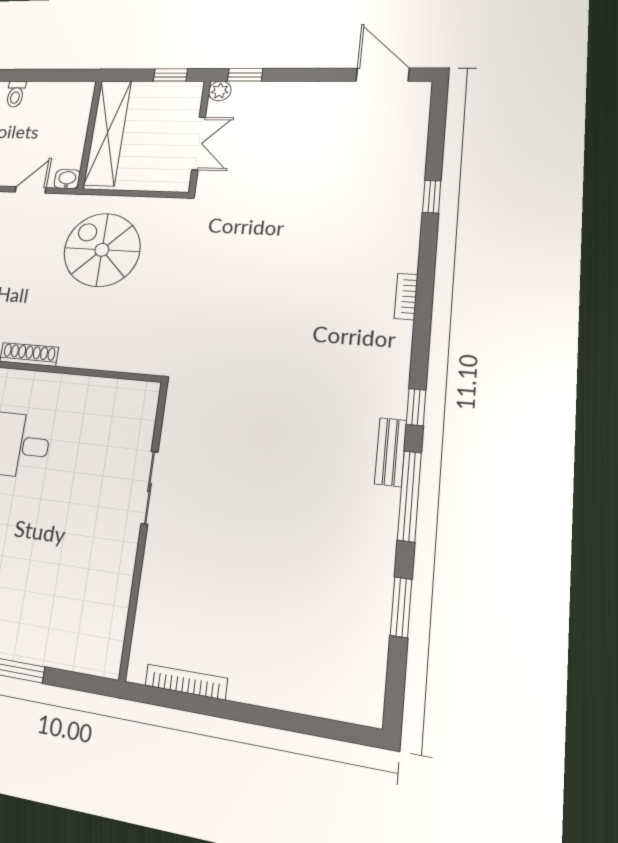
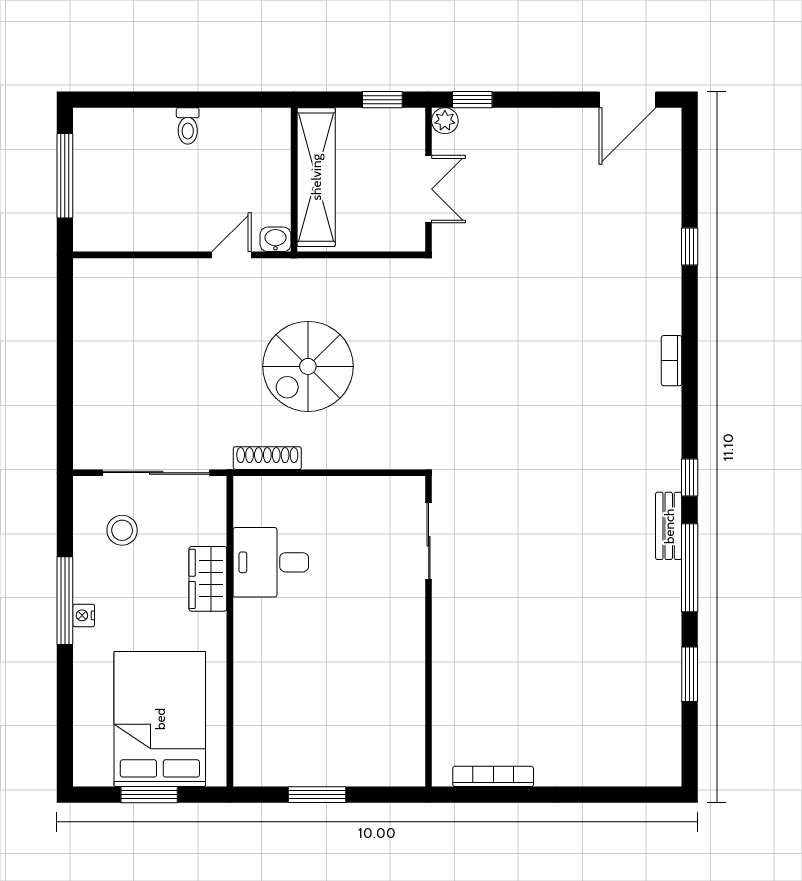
door: (383, 75) -> (628, 100), swing flipped
spiral stairs: (102, 250) -> (308, 366), moved, turned -90
sliding door: (150, 488) -> (429, 541), moved

